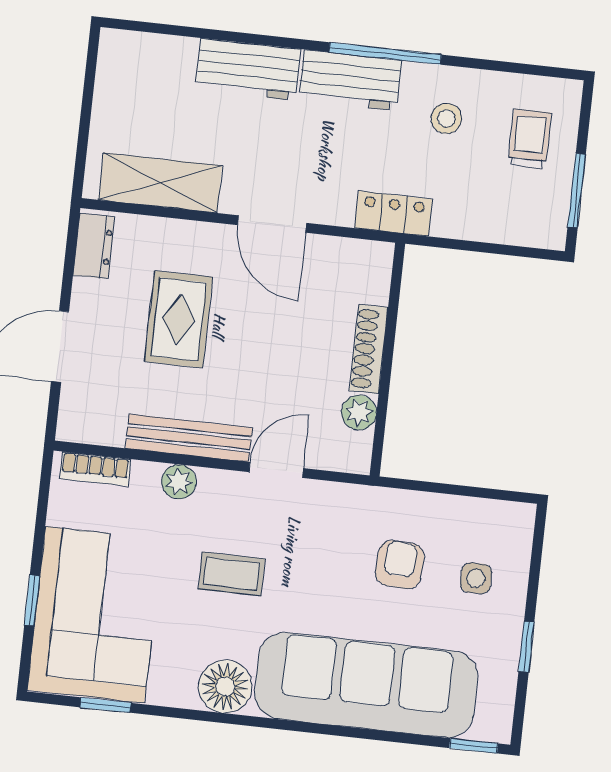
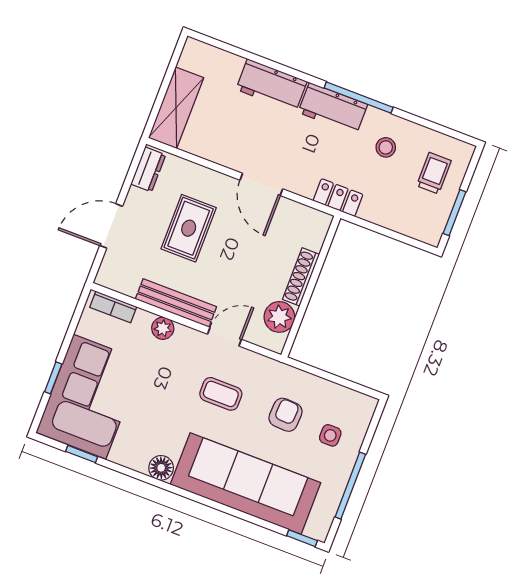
shelving: (160, 183) -> (176, 108), moved, turned 90
plant: (359, 413) -> (279, 317), width x1.38, depth x1.38
coffee table: (232, 574) -> (221, 394), moved
window: (526, 647) -> (350, 486), width x2.17
floor lamp: (225, 687) -> (161, 468), width x0.73, depth x0.73

